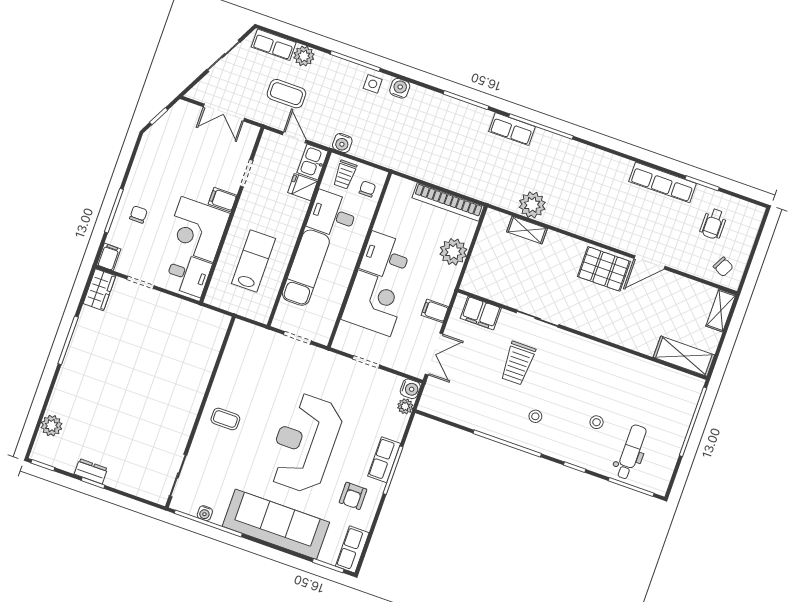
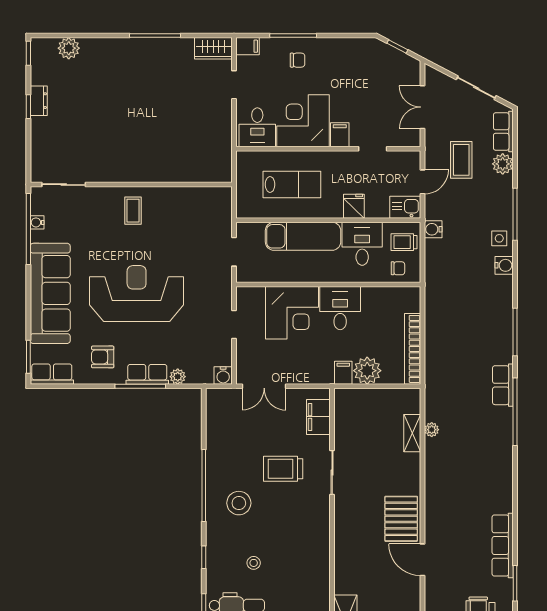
fridge: (302, 187) -> (354, 206), moved
plant: (532, 205) -> (432, 430), width x0.53, depth x0.53
filing cabinet: (435, 311) -> (343, 373), moved
plant: (405, 406) -> (178, 377), moved
stool: (535, 416) -> (239, 503), width x1.89, depth x1.89

